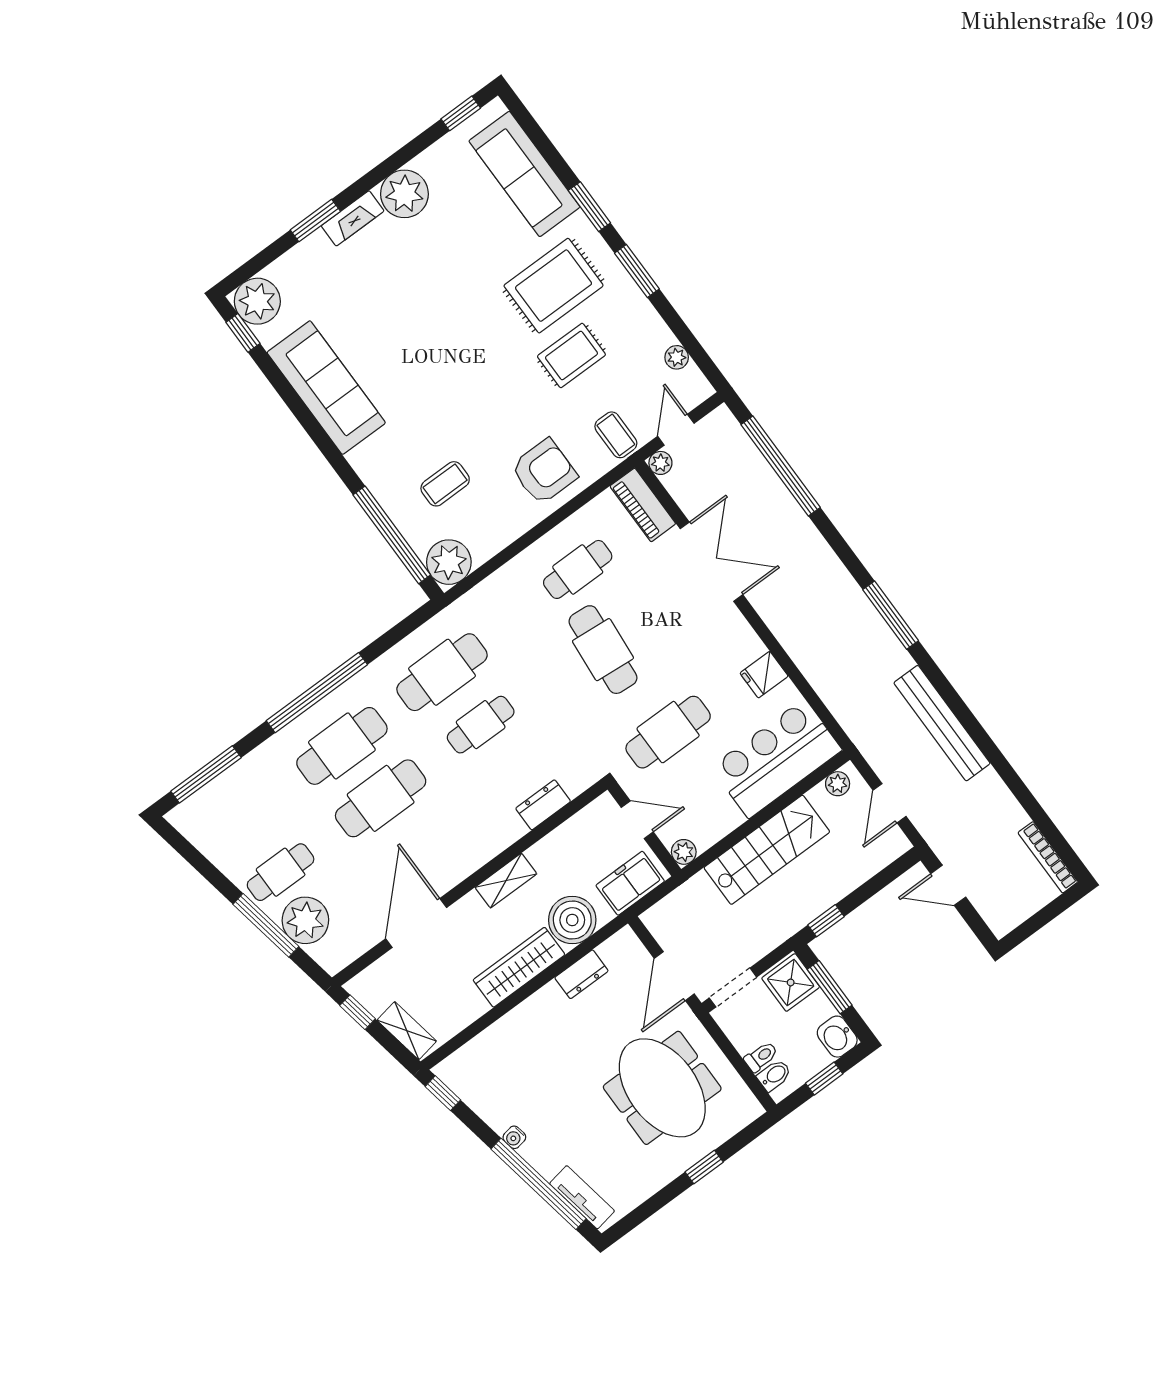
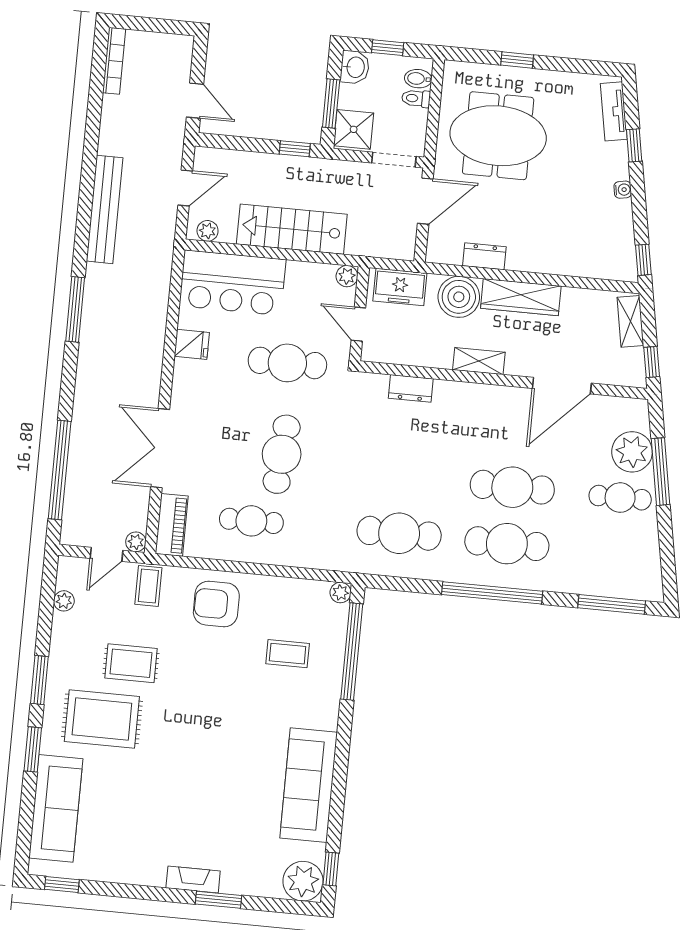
plant: (404, 194) -> (145, 865), removed
plant: (449, 562) -> (340, 593), width x0.53, depth x0.53
cafe table: (481, 725) -> (405, 477), removed
meeting table: (662, 1088) -> (498, 136), turned 90
window: (539, 1184) -> (634, 145), width x0.32

